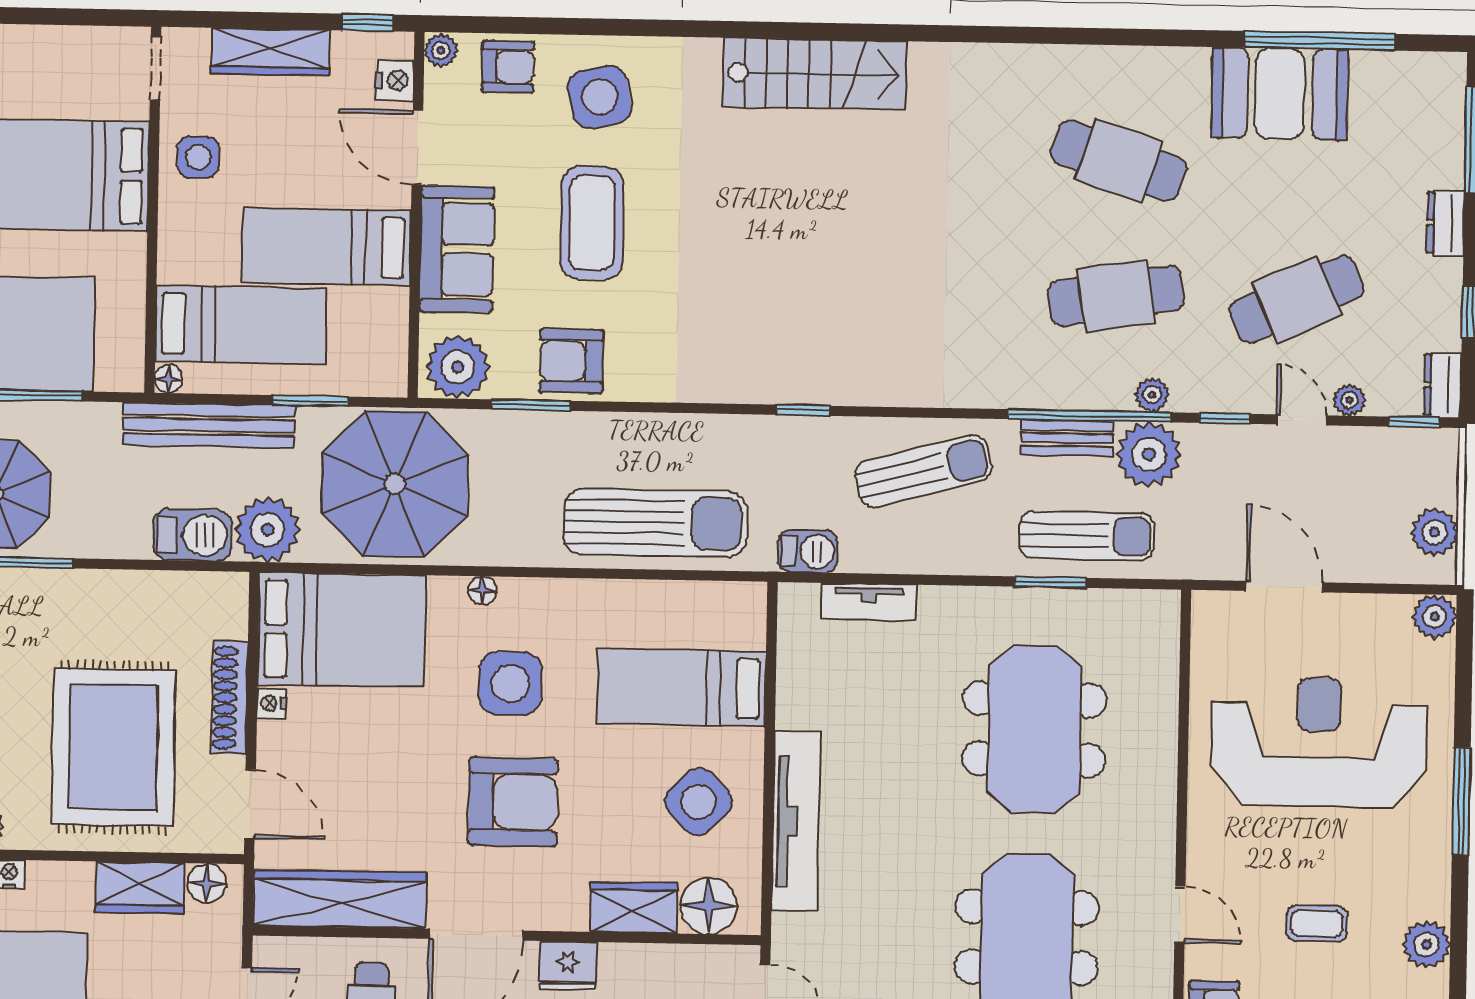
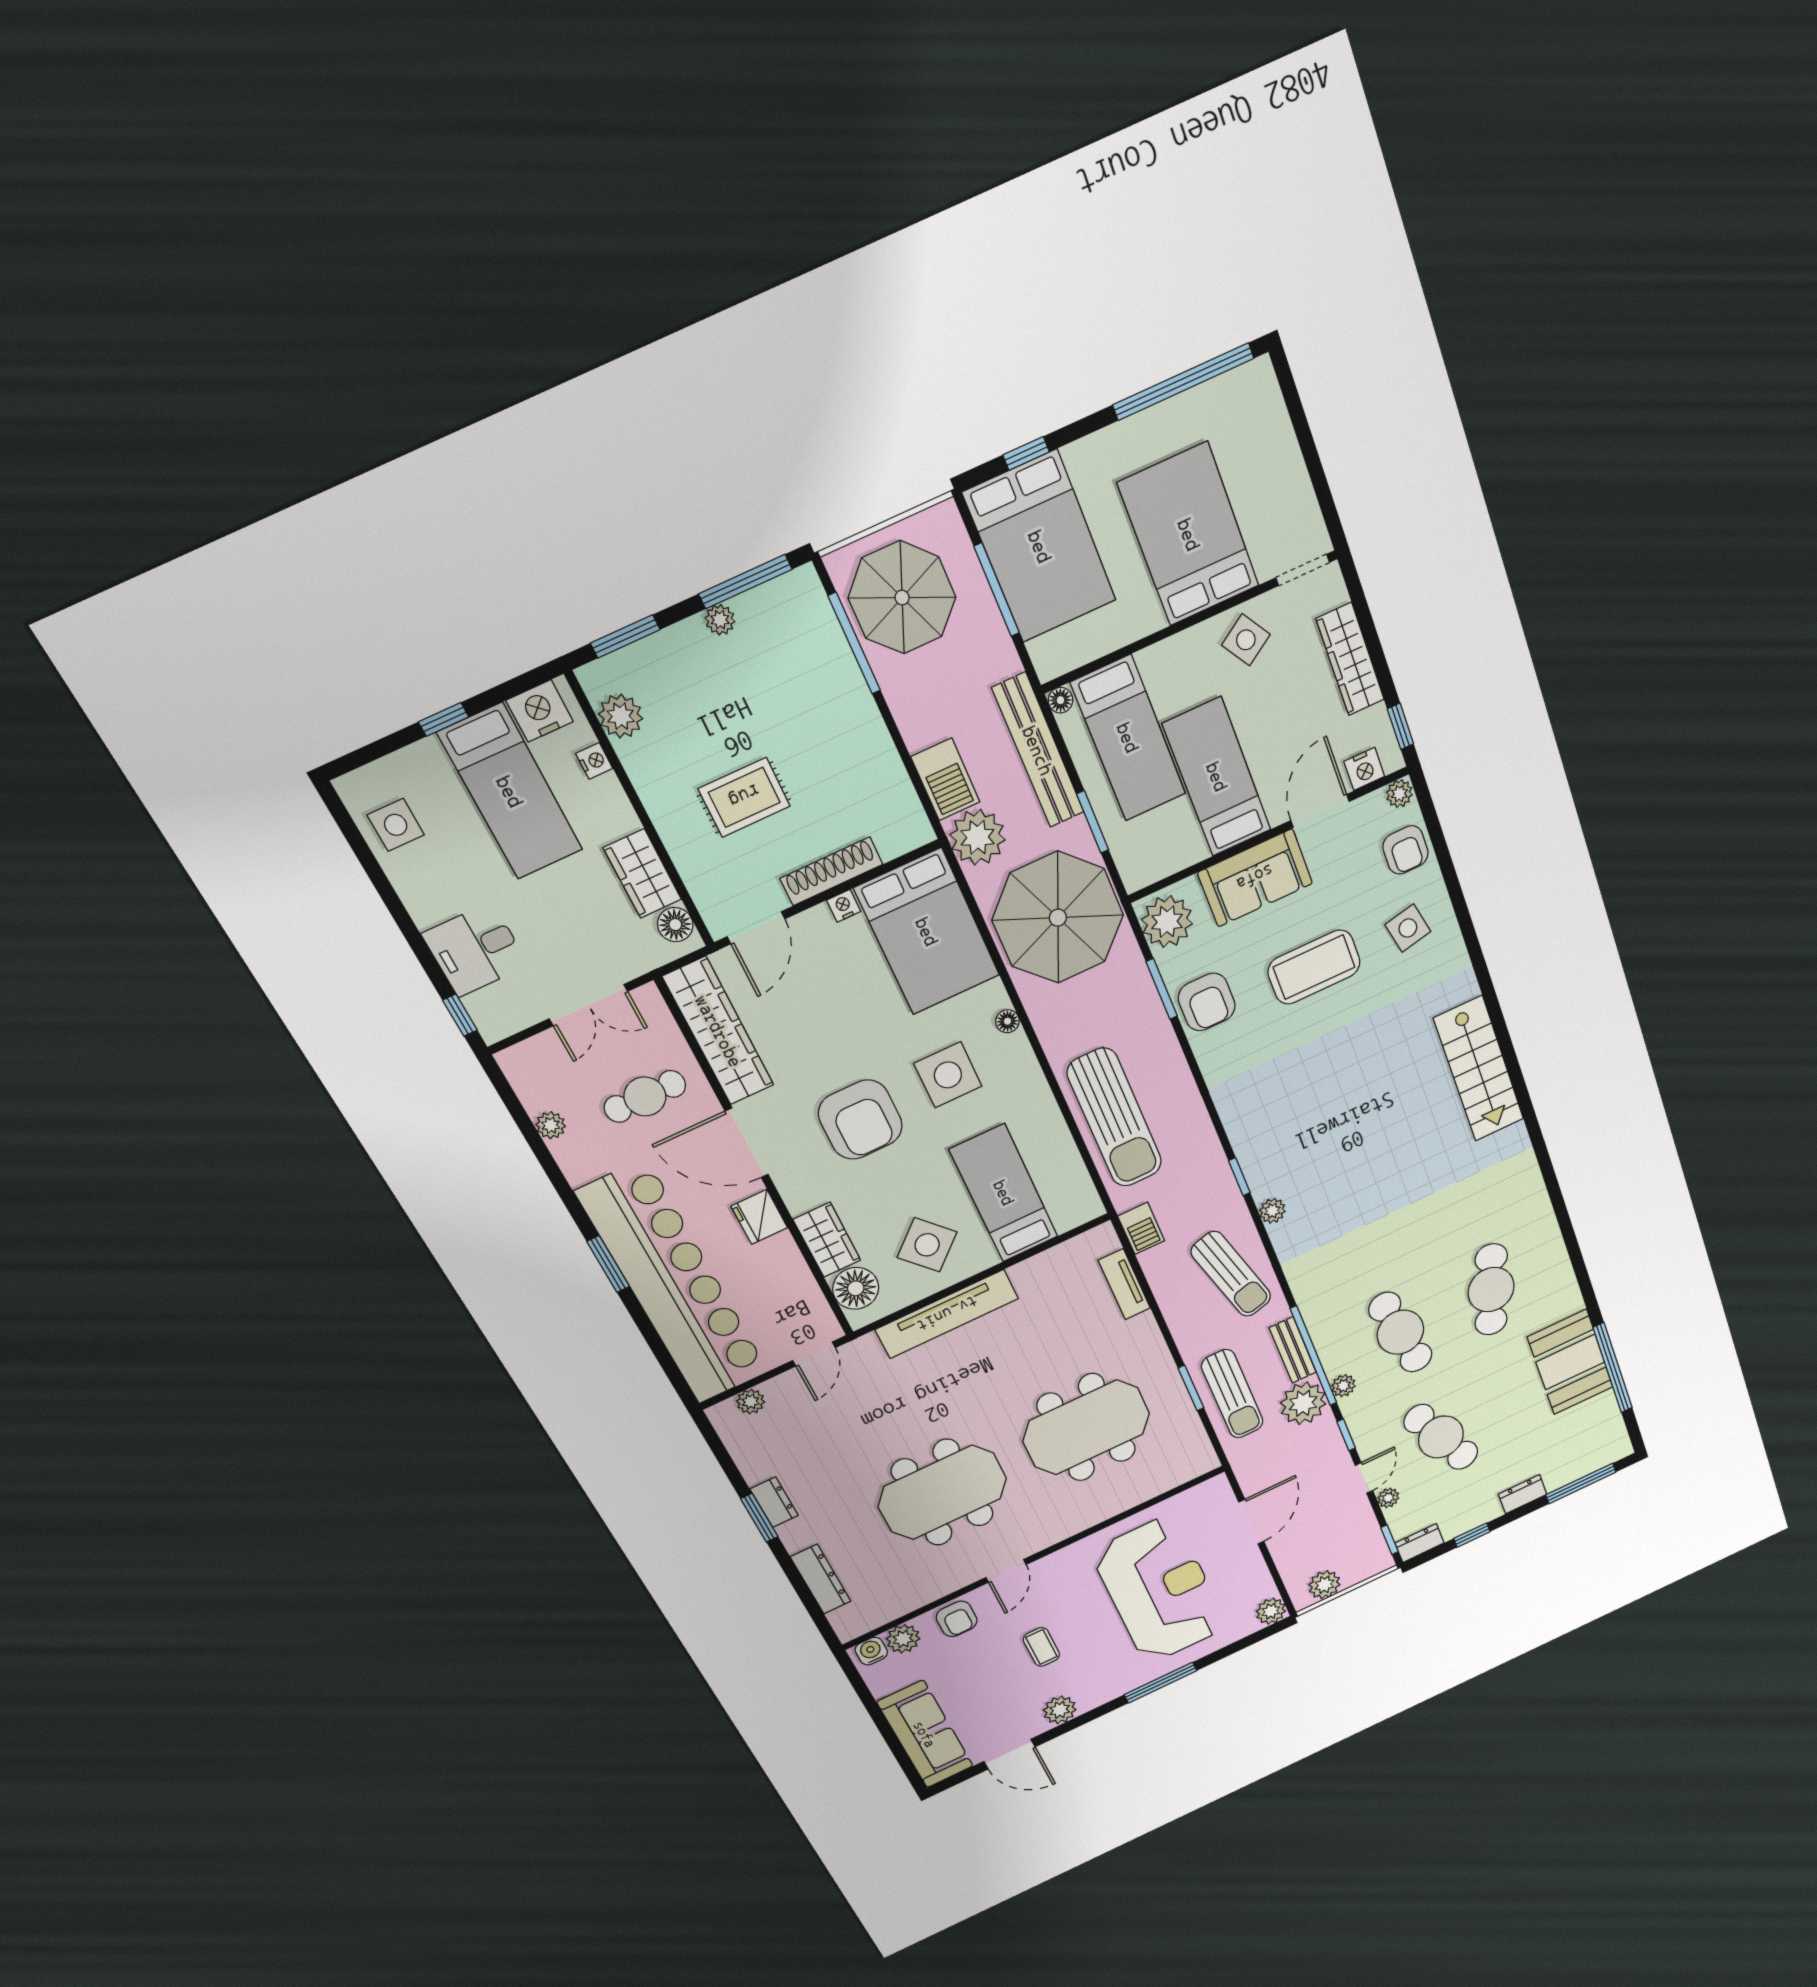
side table: (600, 97) -> (1408, 928), width x0.73, depth x0.73
side table: (198, 157) -> (1246, 640), turned -33
armchair: (572, 361) -> (1207, 1002), turned 180
plant: (867, 389) -> (1272, 1211), added
rug: (113, 747) -> (744, 797), width x0.54, depth x0.49

